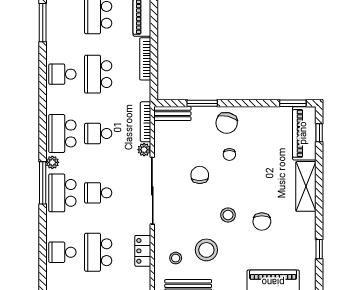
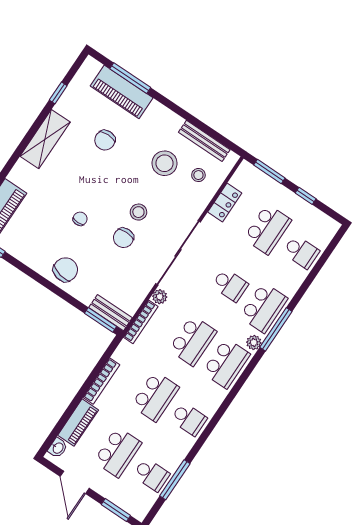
school desk: (62, 15) -> (151, 475), added
window: (202, 103) -> (100, 320), moved
school desk: (98, 134) -> (193, 341), width x1.85
chair: (229, 155) -> (80, 219), moved
shelving: (306, 186) -> (45, 139), moved
stool: (228, 215) -> (138, 212), moved
chair: (262, 222) -> (105, 140), moved, turned 180

